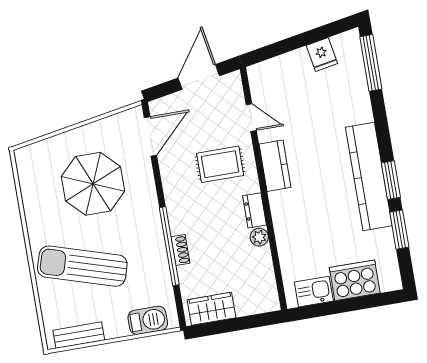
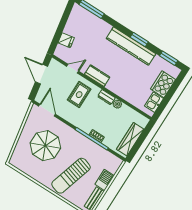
fridge: (322, 54) -> (66, 40), moved
window: (399, 230) -> (169, 58), moved
wardrobe: (212, 309) -> (130, 139), width x1.50
barbecue: (148, 320) -> (105, 180), moved

